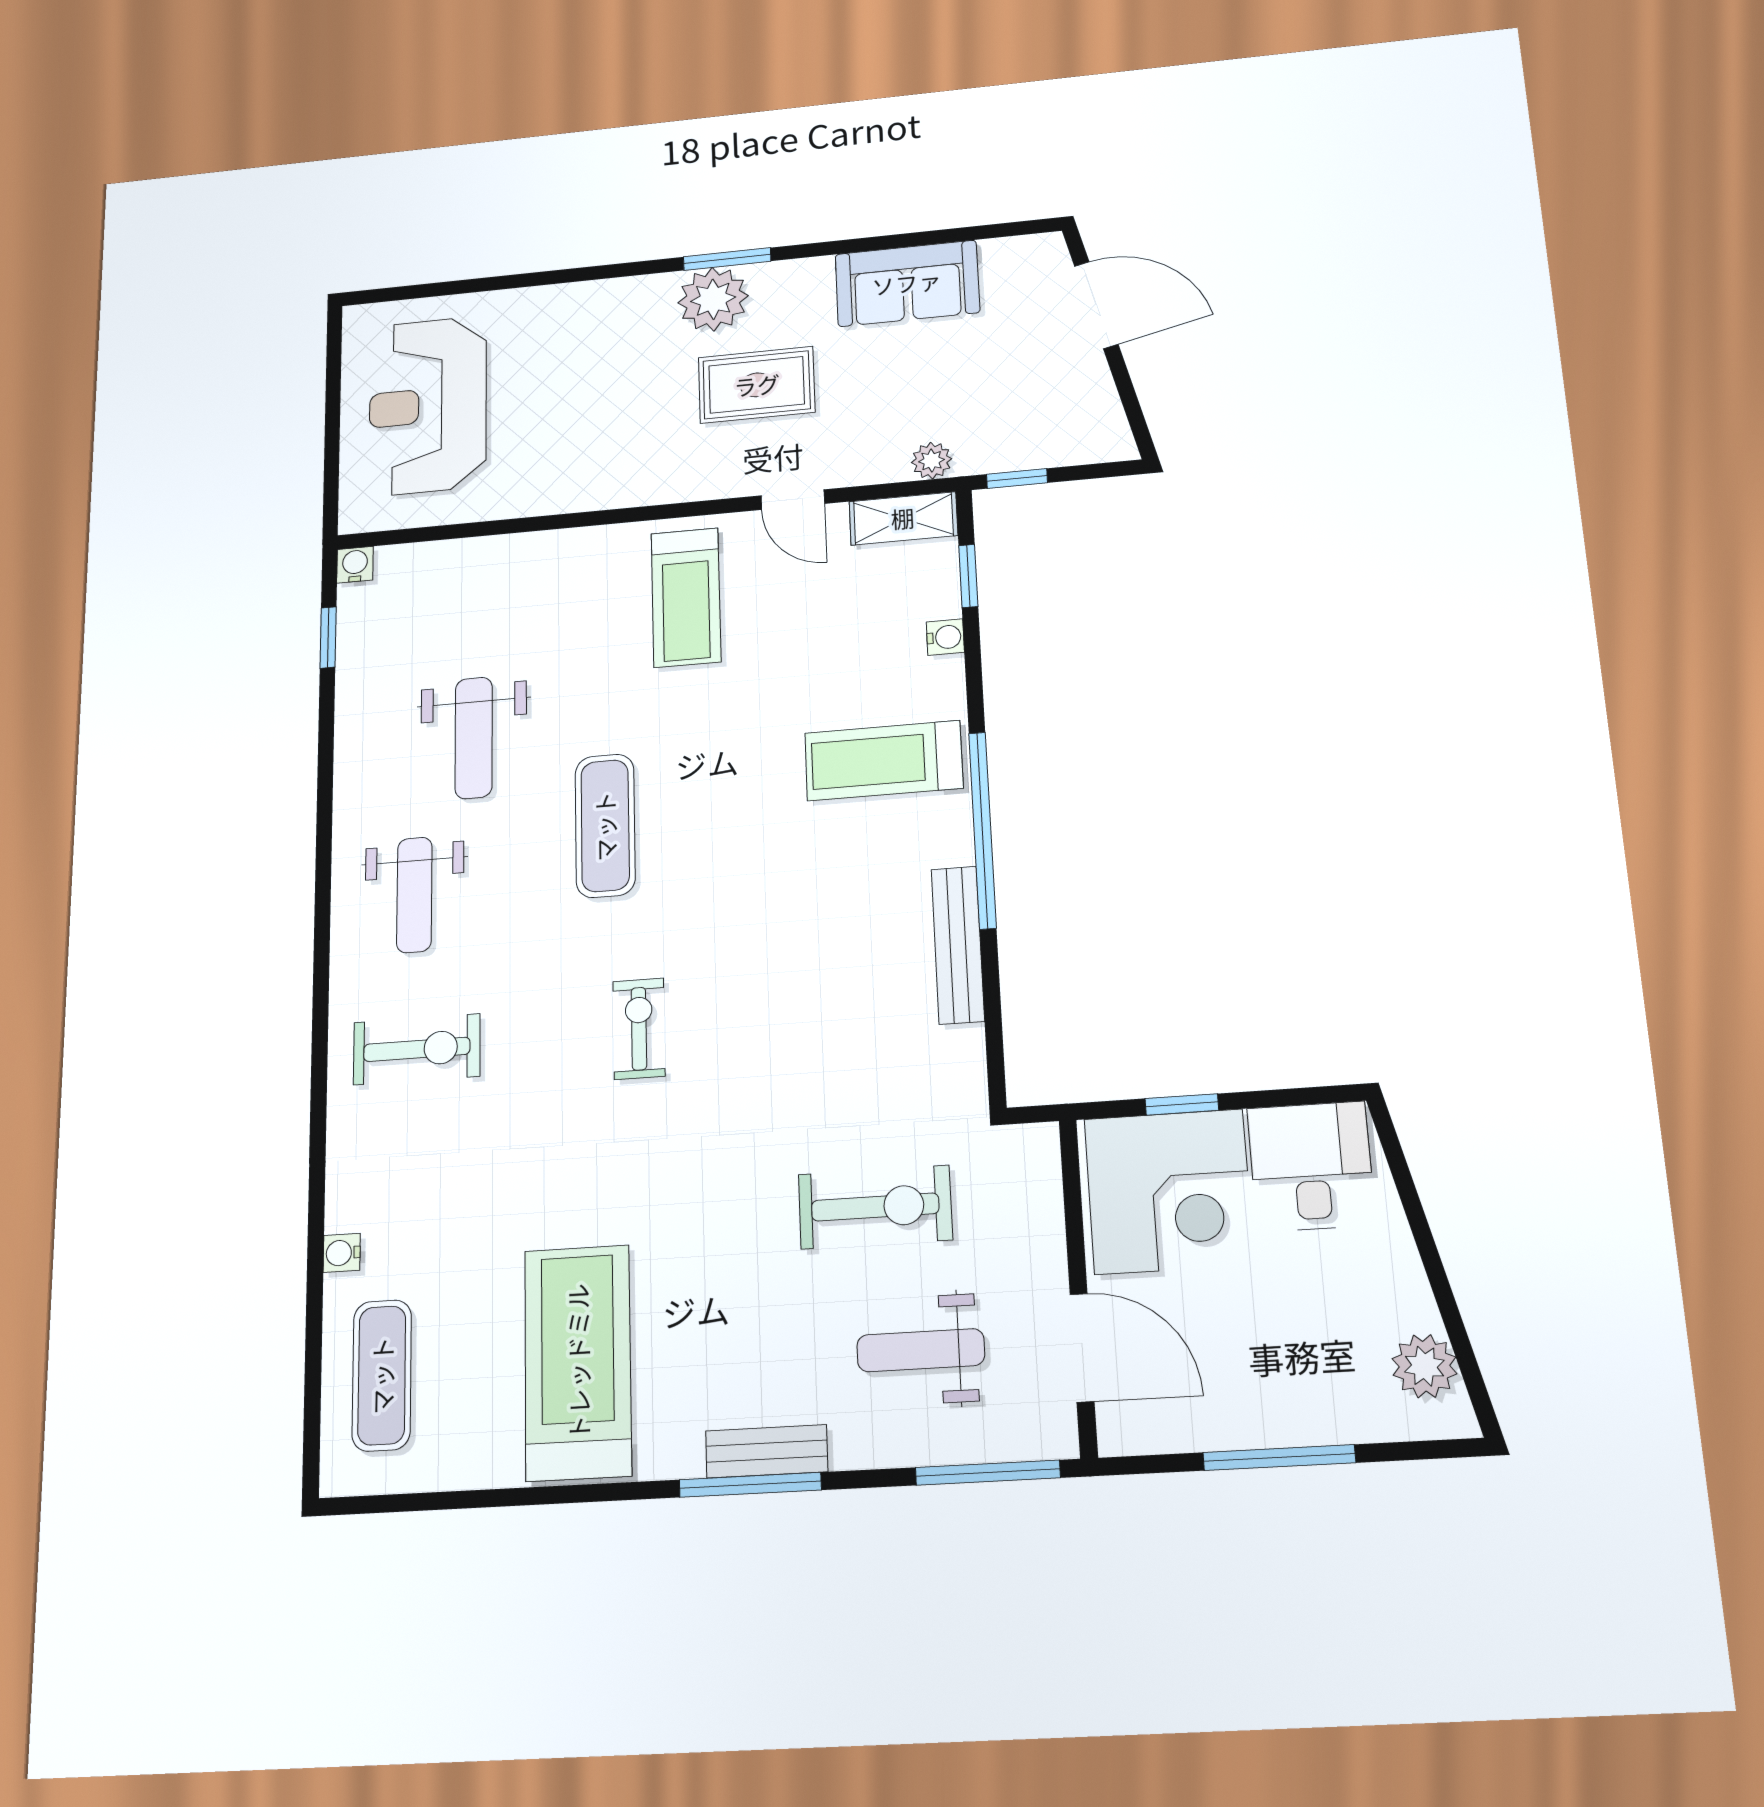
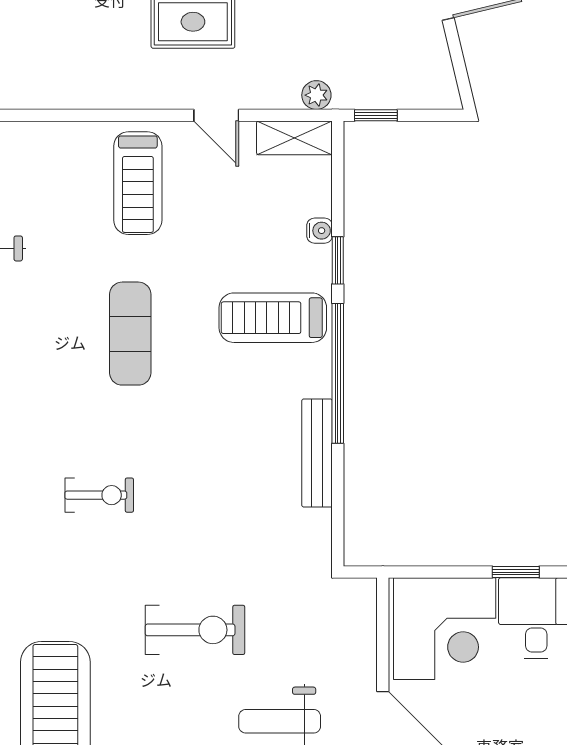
window: (968, 576) -> (338, 260), moved
exercise mat: (605, 826) -> (130, 334), moved
exercise bike: (639, 1029) -> (99, 495), turned 90
window: (1182, 1104) -> (516, 572), moved
exercise bike: (875, 1207) -> (195, 630), moved

